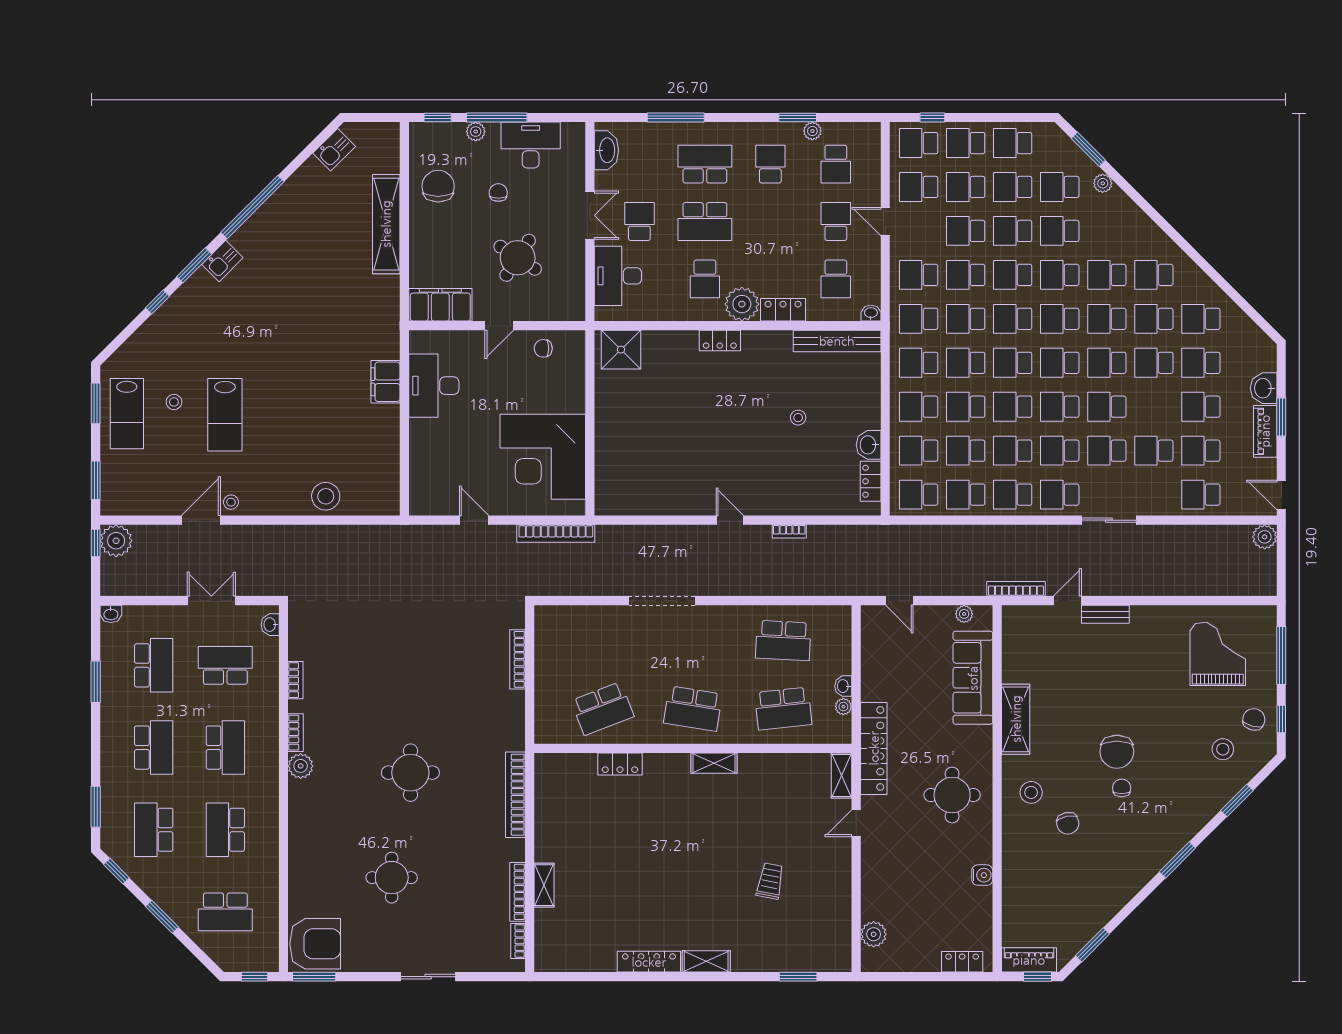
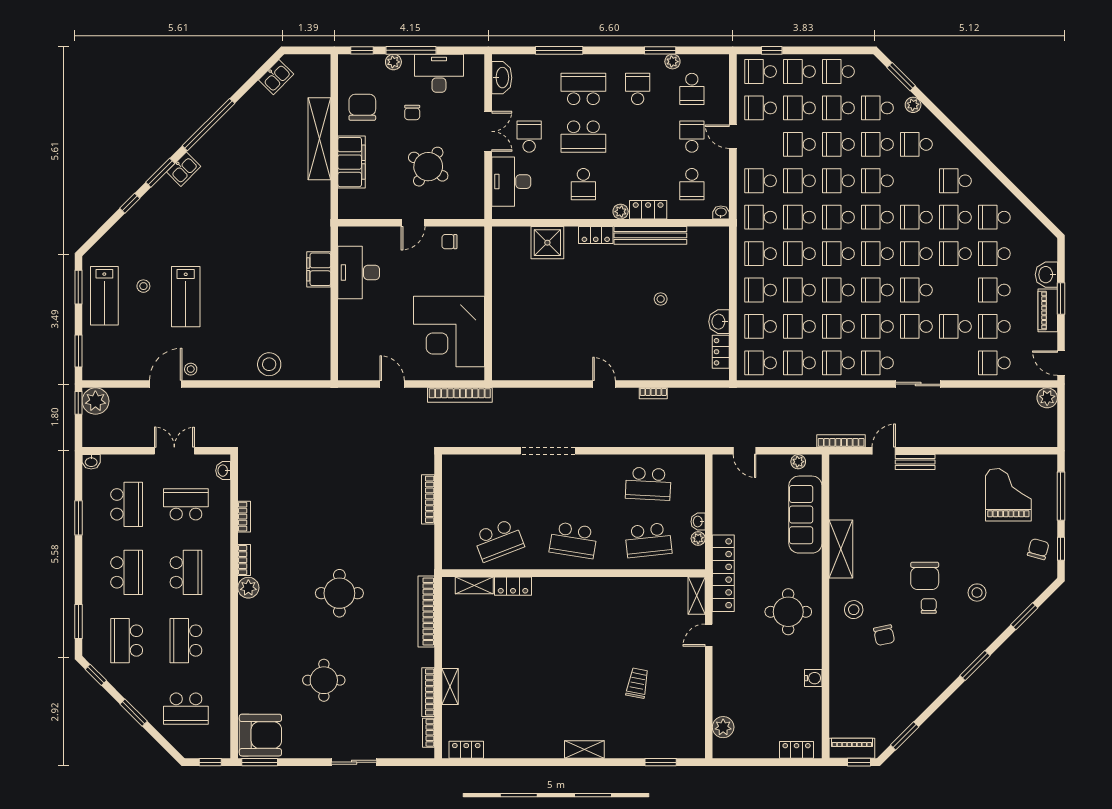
chair: (498, 193) -> (412, 113), turned 180
school desk: (1107, 275) -> (916, 144), moved
plant: (742, 304) -> (621, 212), width x0.53, depth x0.53
filing cabinet: (440, 305) -> (352, 162), moved, turned 90
bench: (837, 341) -> (650, 235), moved
shower: (621, 350) -> (547, 243), moved
stool: (1223, 749) -> (977, 593), moved
shelving: (714, 763) -> (474, 585), moved
locker: (649, 962) -> (466, 750), moved, width x0.66

